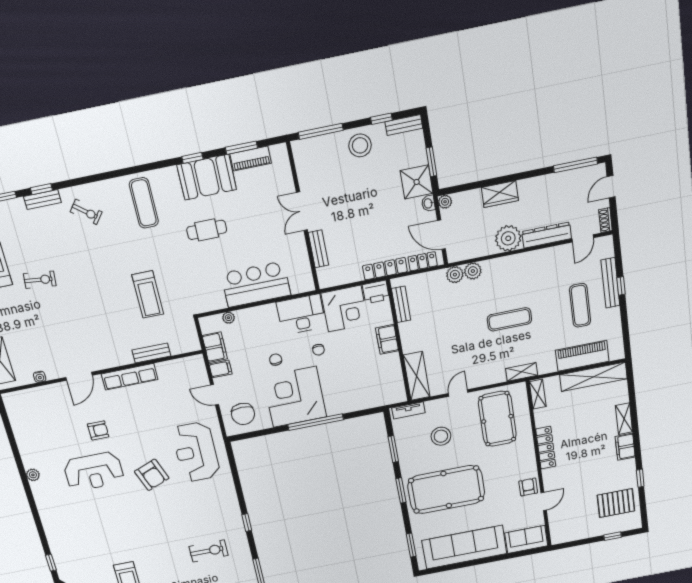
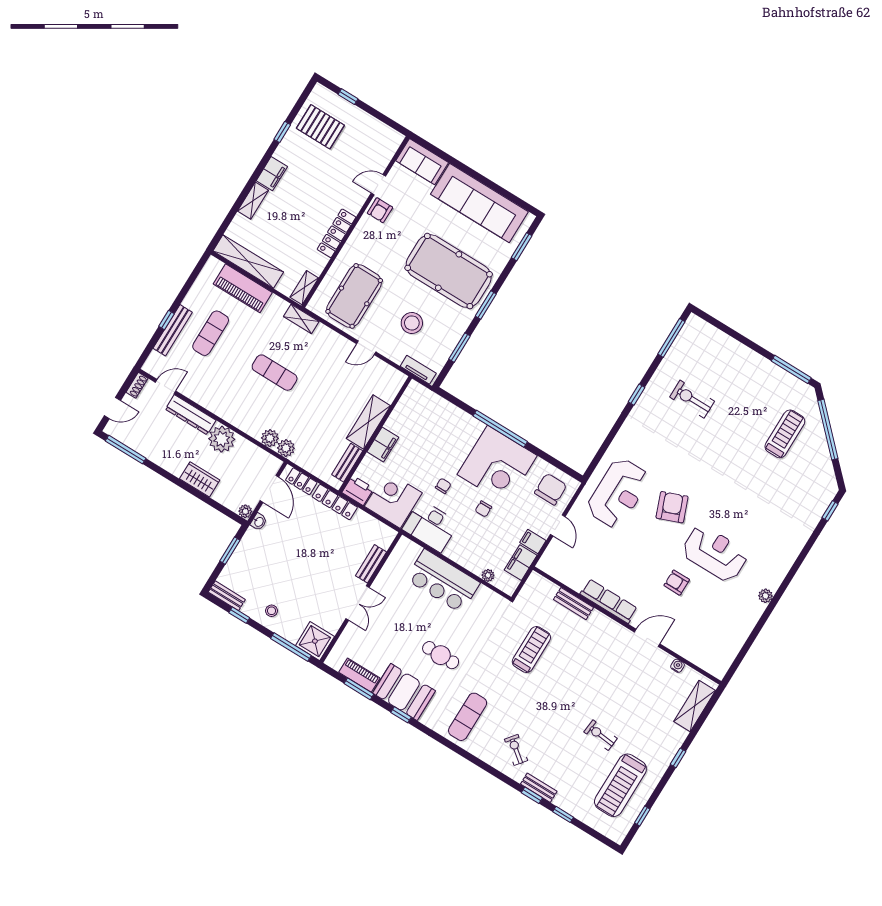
stool: (360, 145) -> (272, 611), width x0.53, depth x0.53
shower: (417, 182) -> (315, 641), moved
shelving: (417, 376) -> (368, 422), moved

